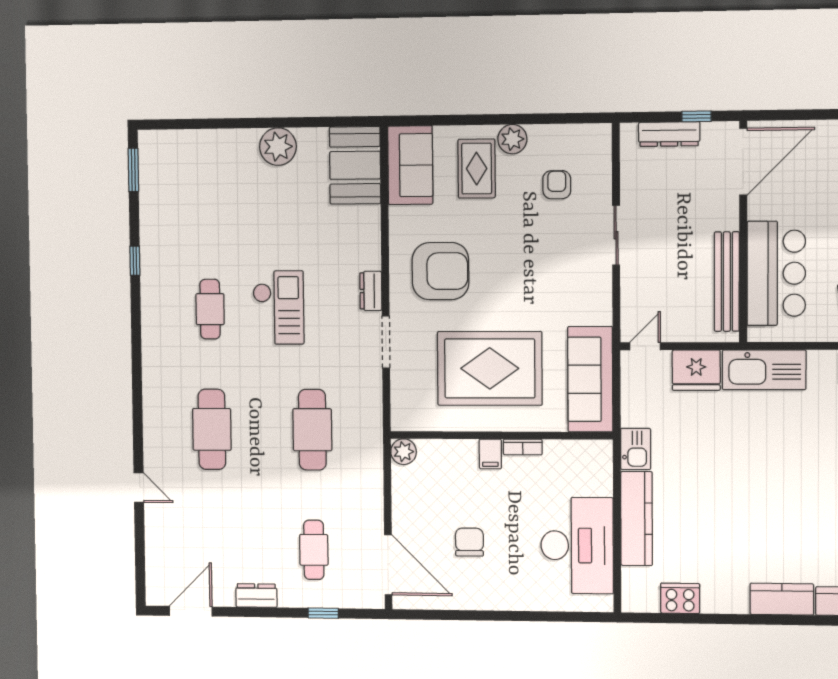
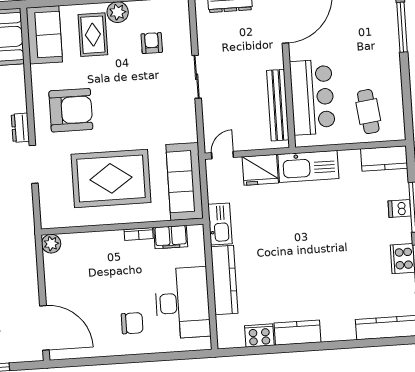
kitchen sink: (636, 449) -> (220, 224), width x1.38
filing cabinet: (490, 454) -> (171, 237), moved, width x2.00
chair: (469, 542) -> (132, 323), moved, turned 90
kitchen counter: (782, 599) -> (297, 333), moved

